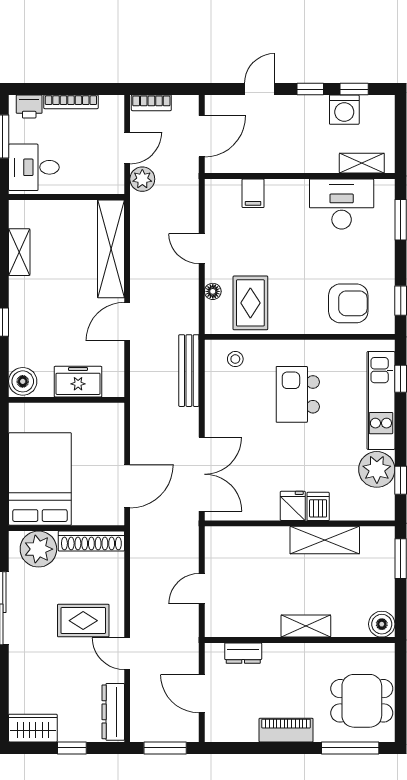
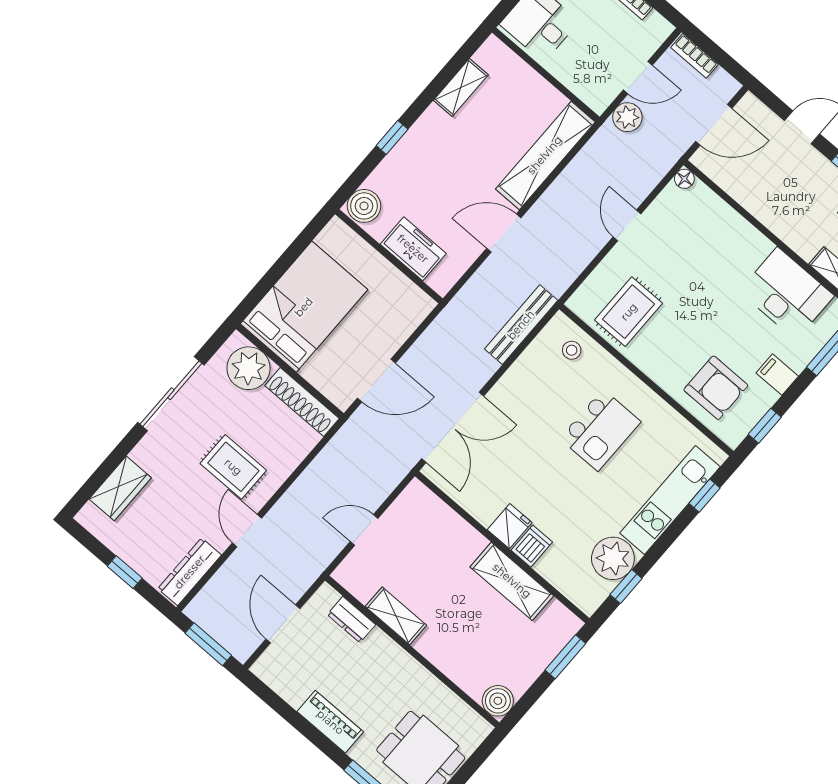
filing cabinet: (253, 193) -> (777, 375), moved, turned 90
floor lamp: (213, 291) -> (684, 179), moved
kitchen island: (298, 394) -> (600, 430), turned 180
shelving: (306, 626) -> (396, 616), moved
wardrobe: (33, 728) -> (120, 488), moved, turned 90

